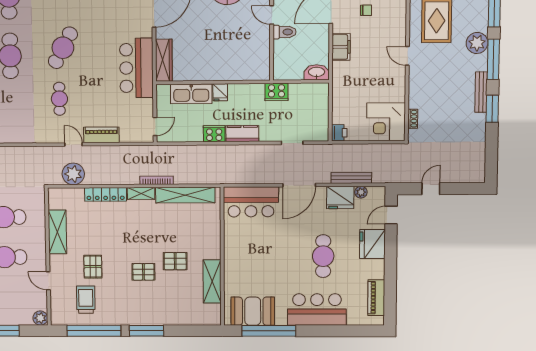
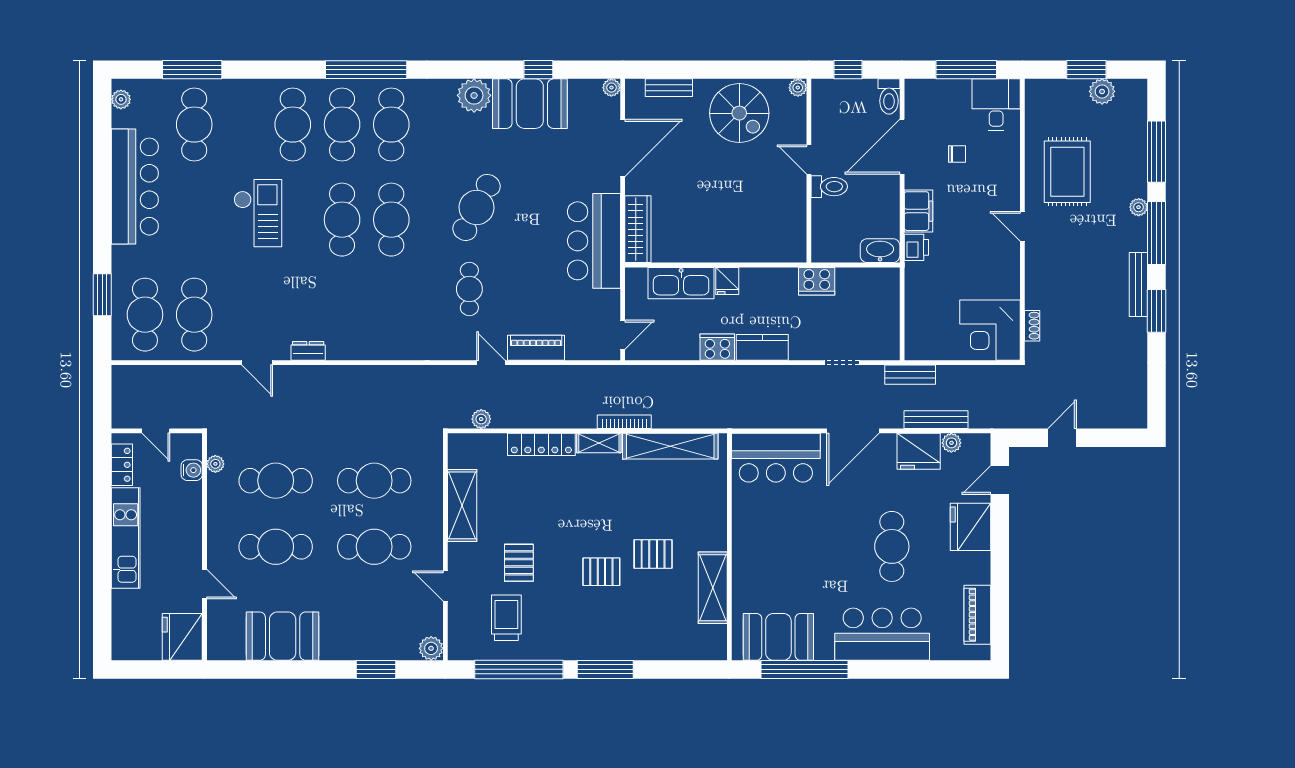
plant: (477, 43) -> (1139, 207), width x0.53, depth x0.53
printer: (339, 133) -> (916, 247), moved
bench: (335, 150) -> (910, 375), added
plant: (73, 174) -> (481, 419), width x0.53, depth x0.53

